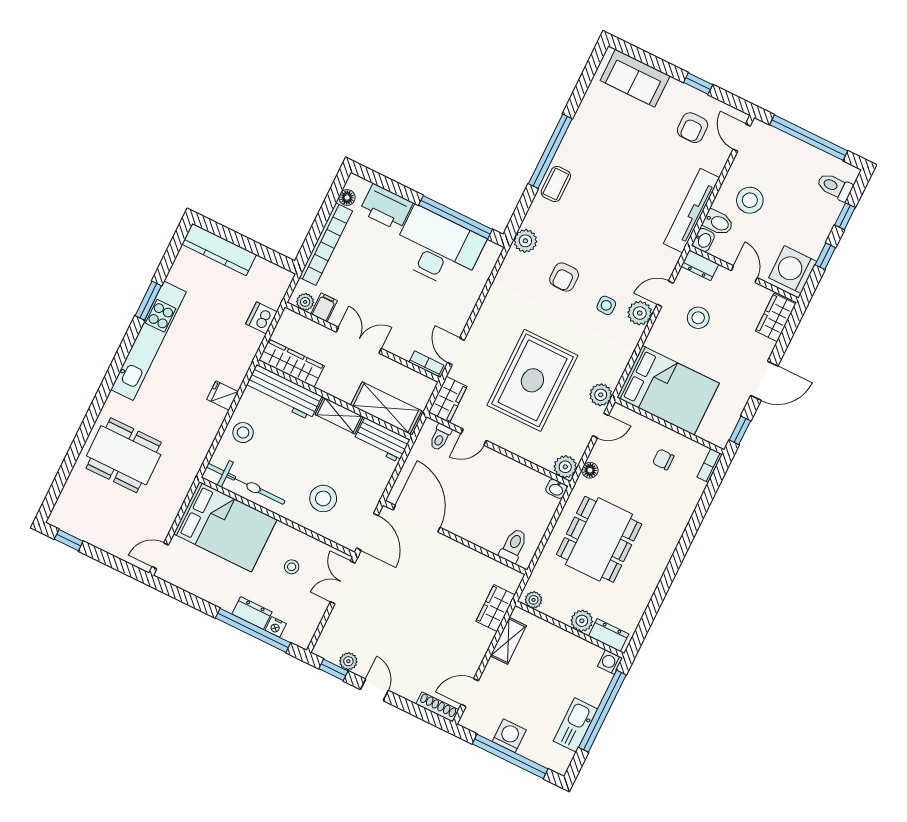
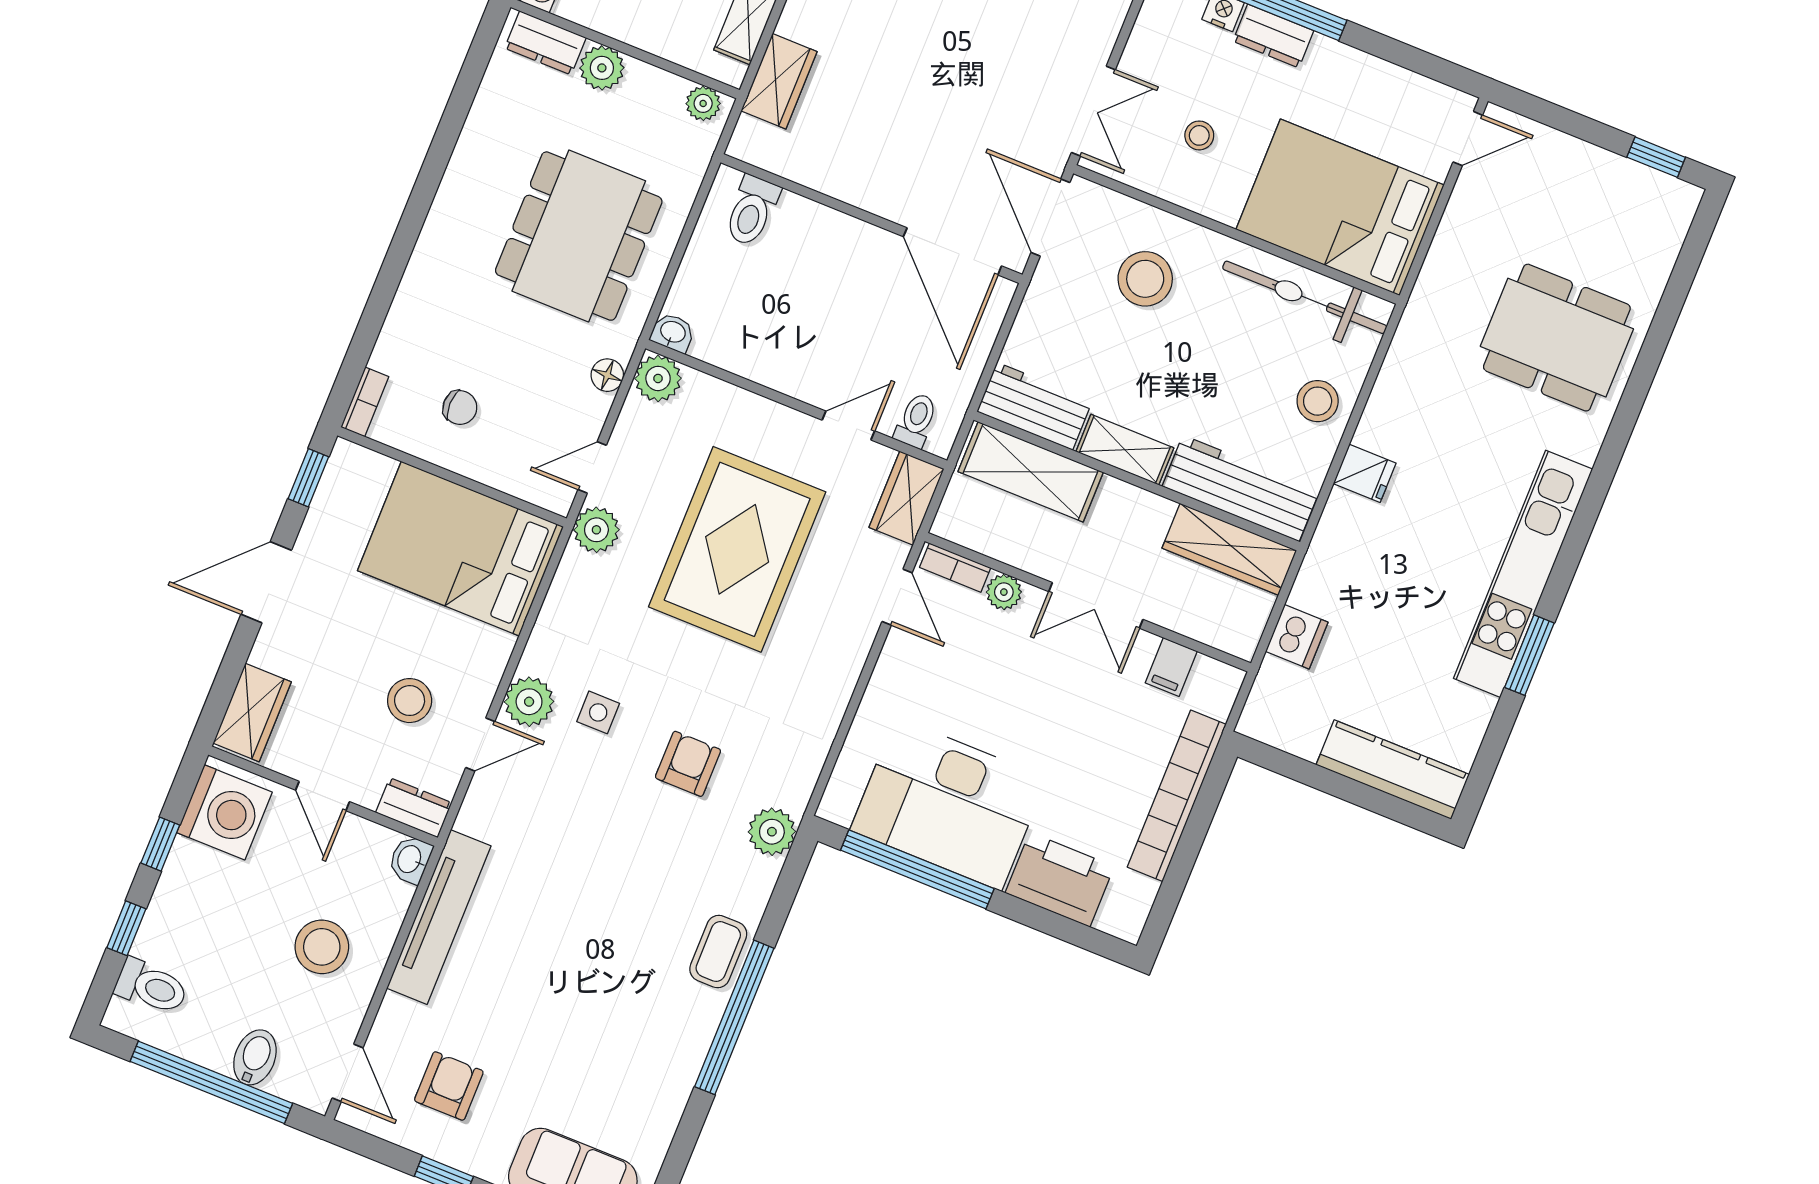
floor lamp: (347, 197) -> (1141, 894), removed
bidet: (718, 222) -> (255, 1057), moved, turned 90
plant: (305, 302) -> (1004, 592), moved

